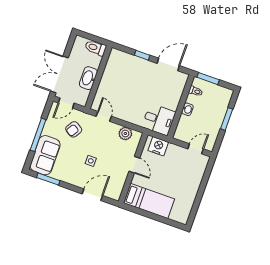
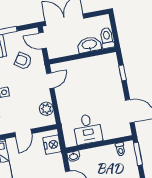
window: (142, 55) -> (122, 73), moved
washbasin: (88, 78) -> (89, 45), moved
washbasin: (187, 109) -> (73, 156), moved
desk: (159, 120) -> (88, 129), moved

